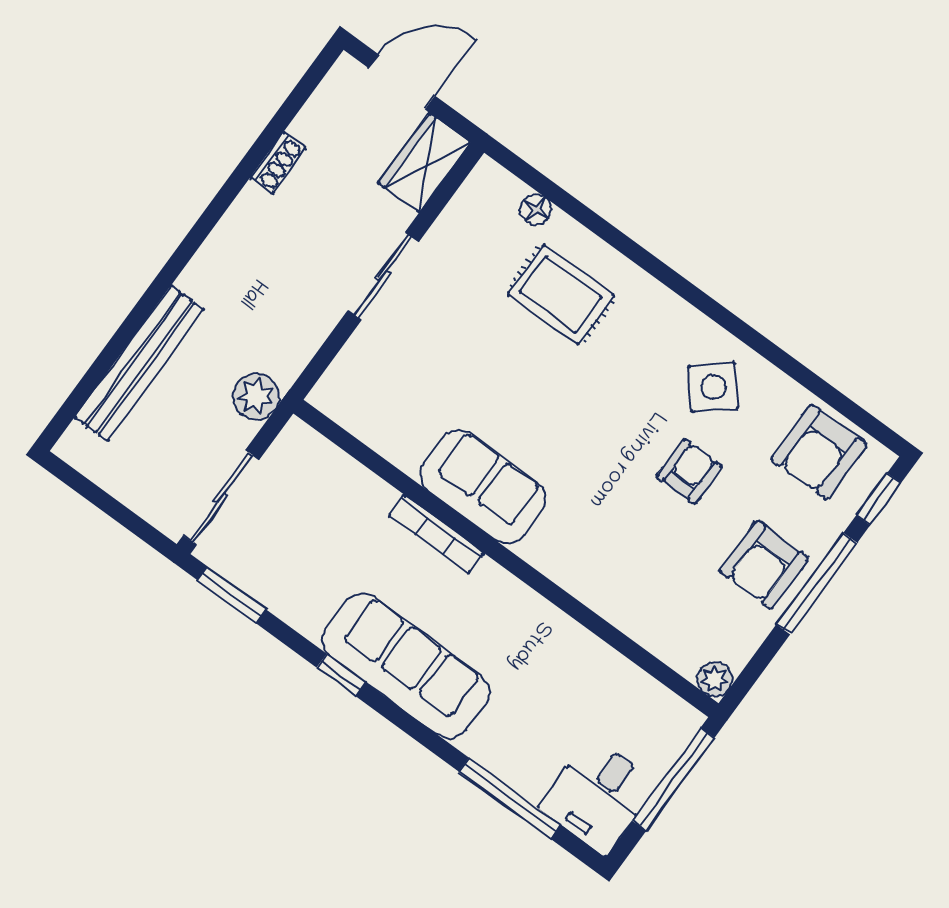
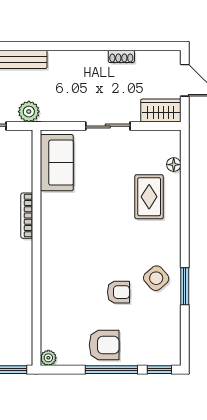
window: (764, 347) -> (185, 286), added
armchair: (819, 452) -> (161, 335), removed
sofa: (483, 487) -> (57, 163), moved
armchair: (764, 565) -> (104, 345), turned 180

